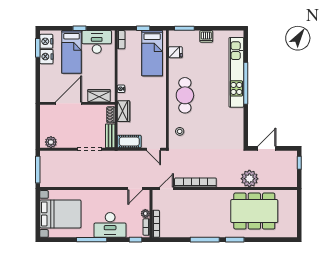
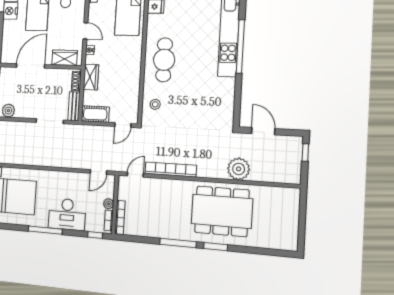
door: (116, 73) -> (85, 31), added
door: (267, 148) -> (263, 131), hinge flipped
door: (154, 149) -> (123, 125), hinge flipped
dining table: (254, 211) -> (222, 211), moved

